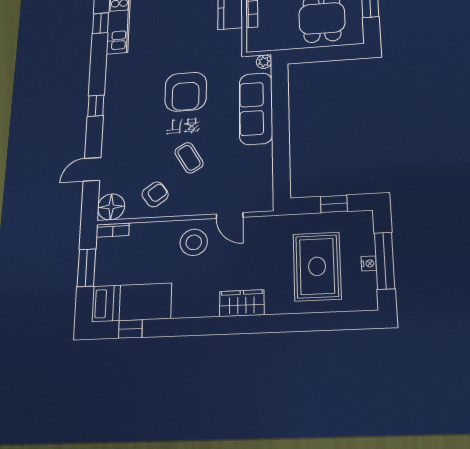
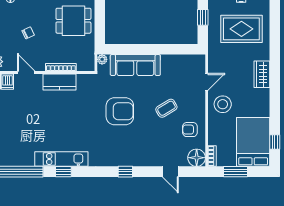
armchair: (155, 194) -> (190, 130), turned -54
bed: (132, 302) -> (253, 142), width x1.50

